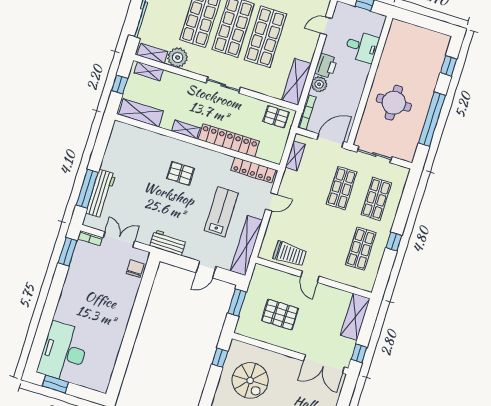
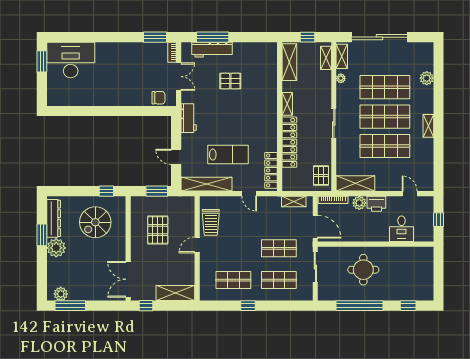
plant: (178, 57) -> (341, 78), width x0.53, depth x0.53
pallet: (180, 173) -> (230, 81), moved, turned 90

